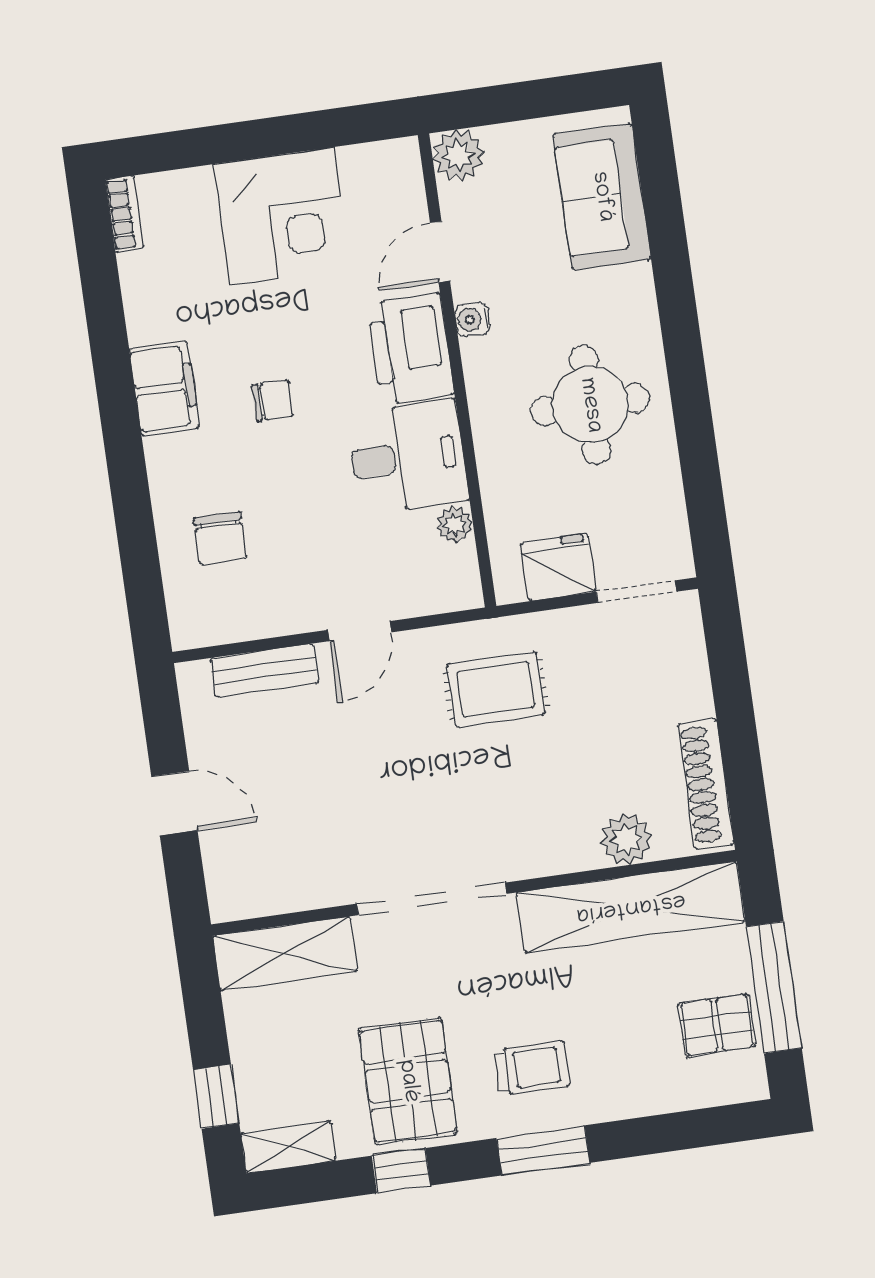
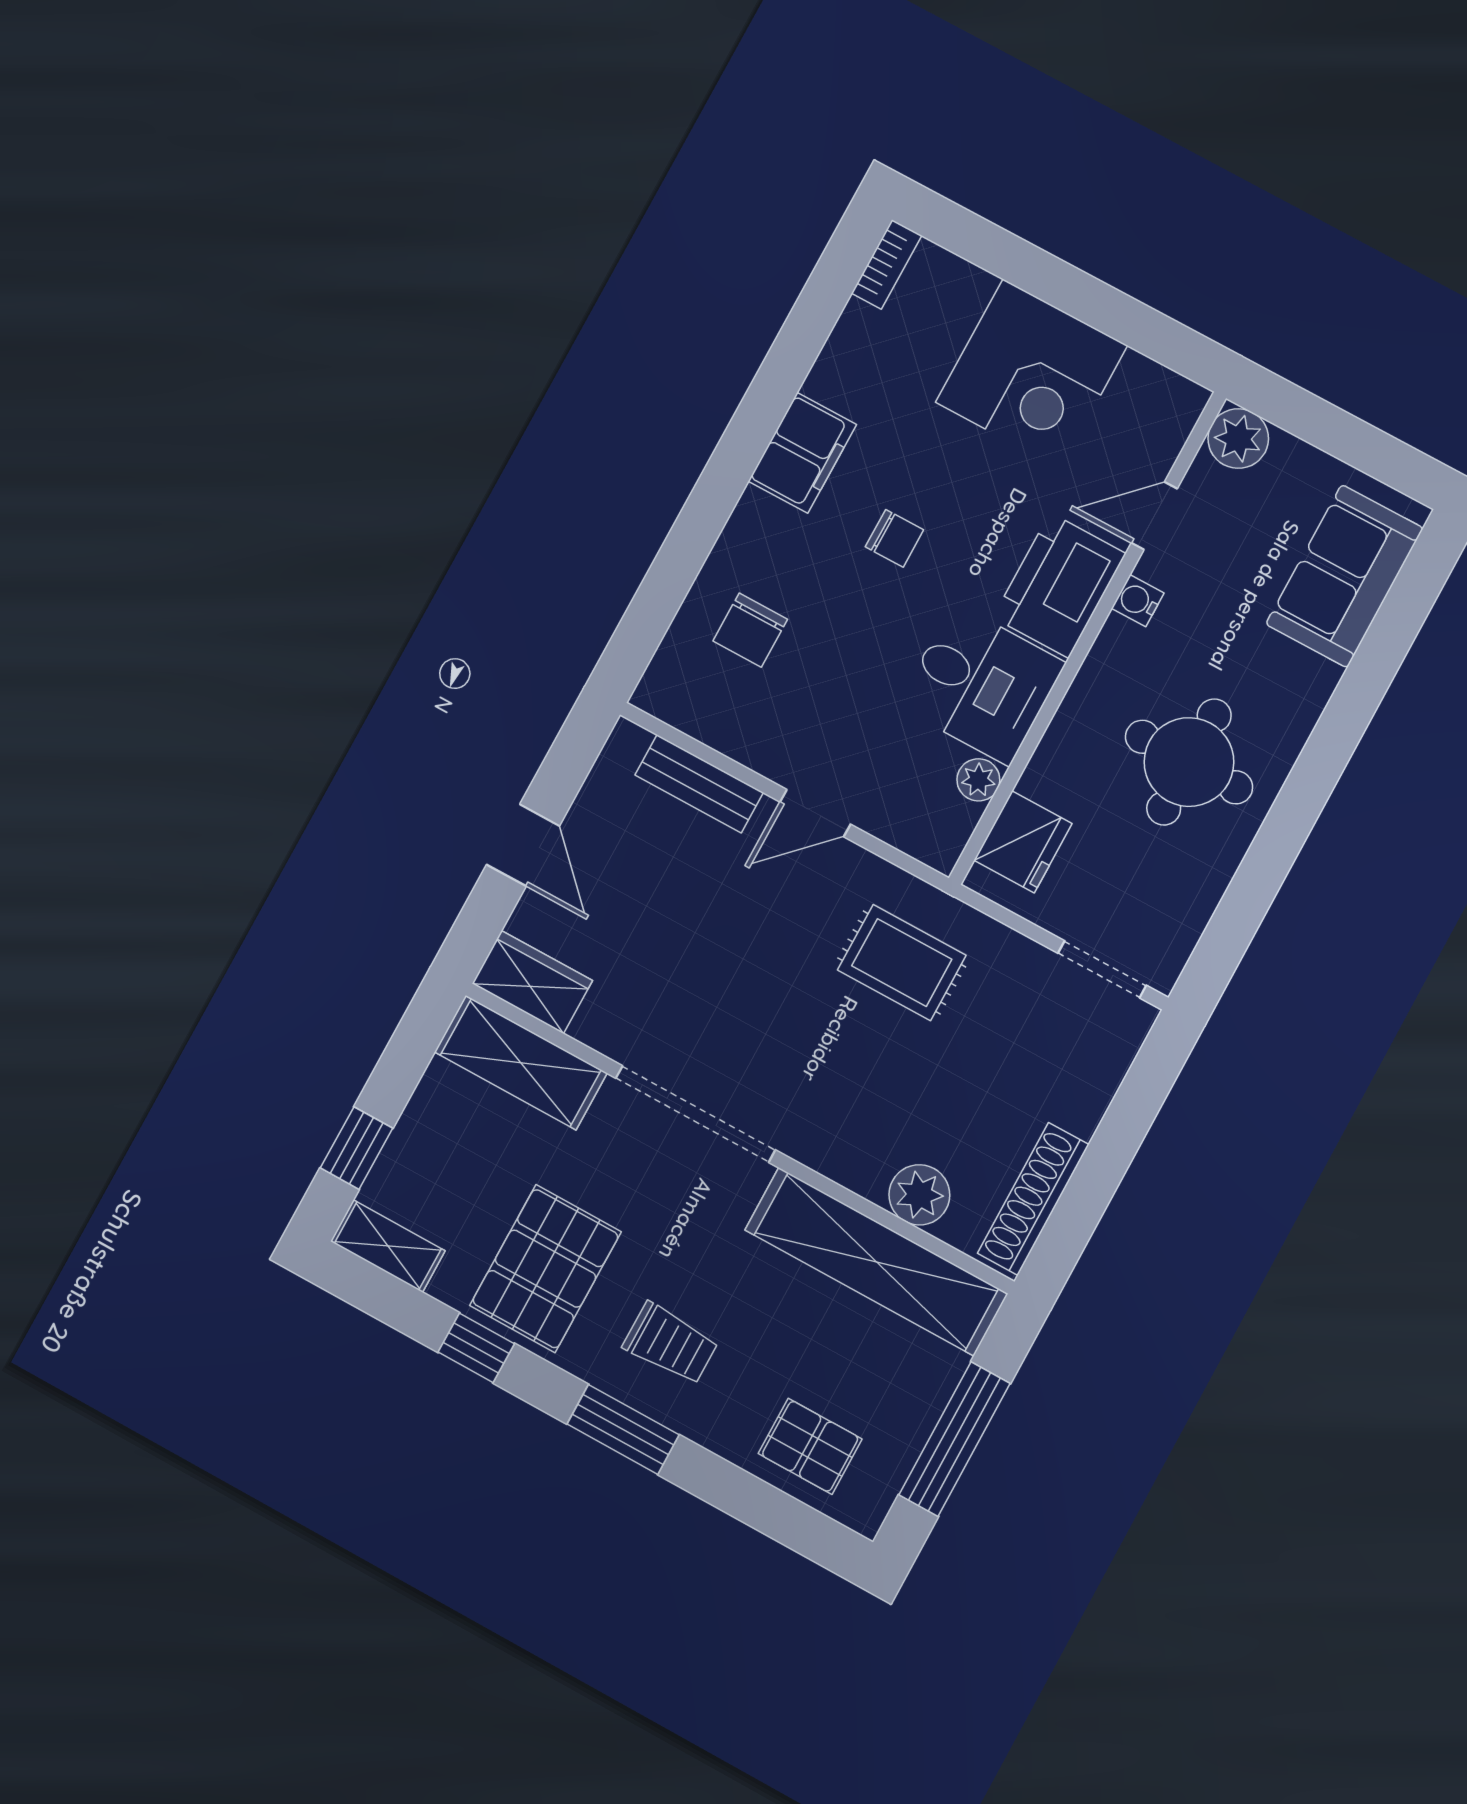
fridge: (558, 567) -> (1023, 842), moved, turned 90
wardrobe: (252, 892) -> (532, 982), added
pallet: (717, 1025) -> (810, 1446), moved

